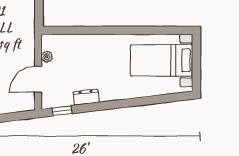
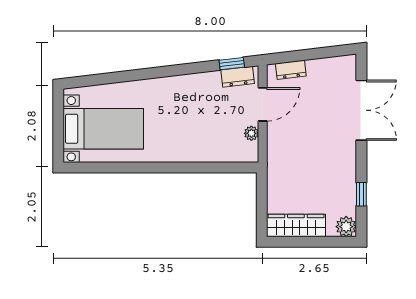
dresser: (86, 97) -> (238, 77), moved
dresser: (16, 106) -> (291, 70), added

